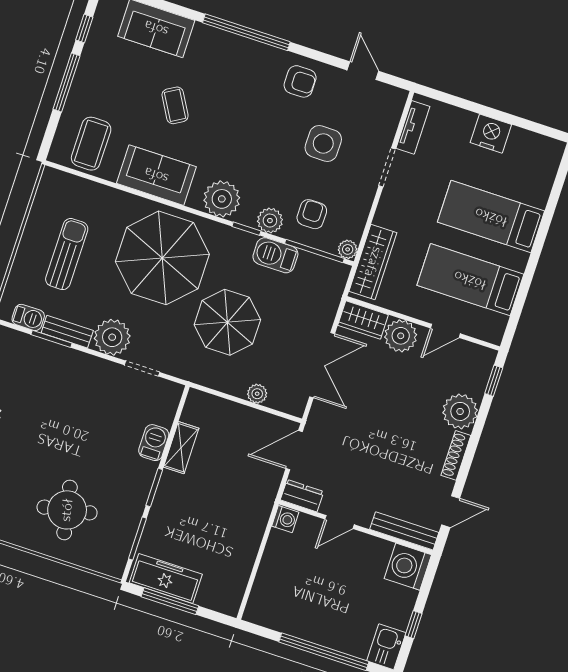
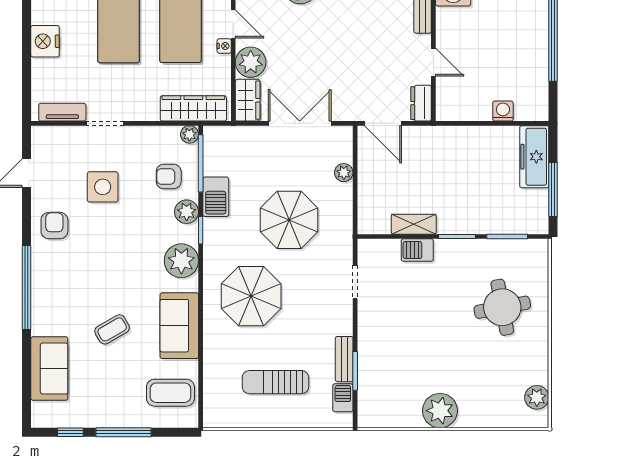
parasol: (162, 258) -> (251, 296), width x0.73, depth x0.73
nightstand: (426, 314) -> (224, 46), added
plant: (112, 337) -> (336, 318), removed
washing machine: (285, 519) -> (503, 111), moved
freezer: (166, 579) -> (534, 157), moved

